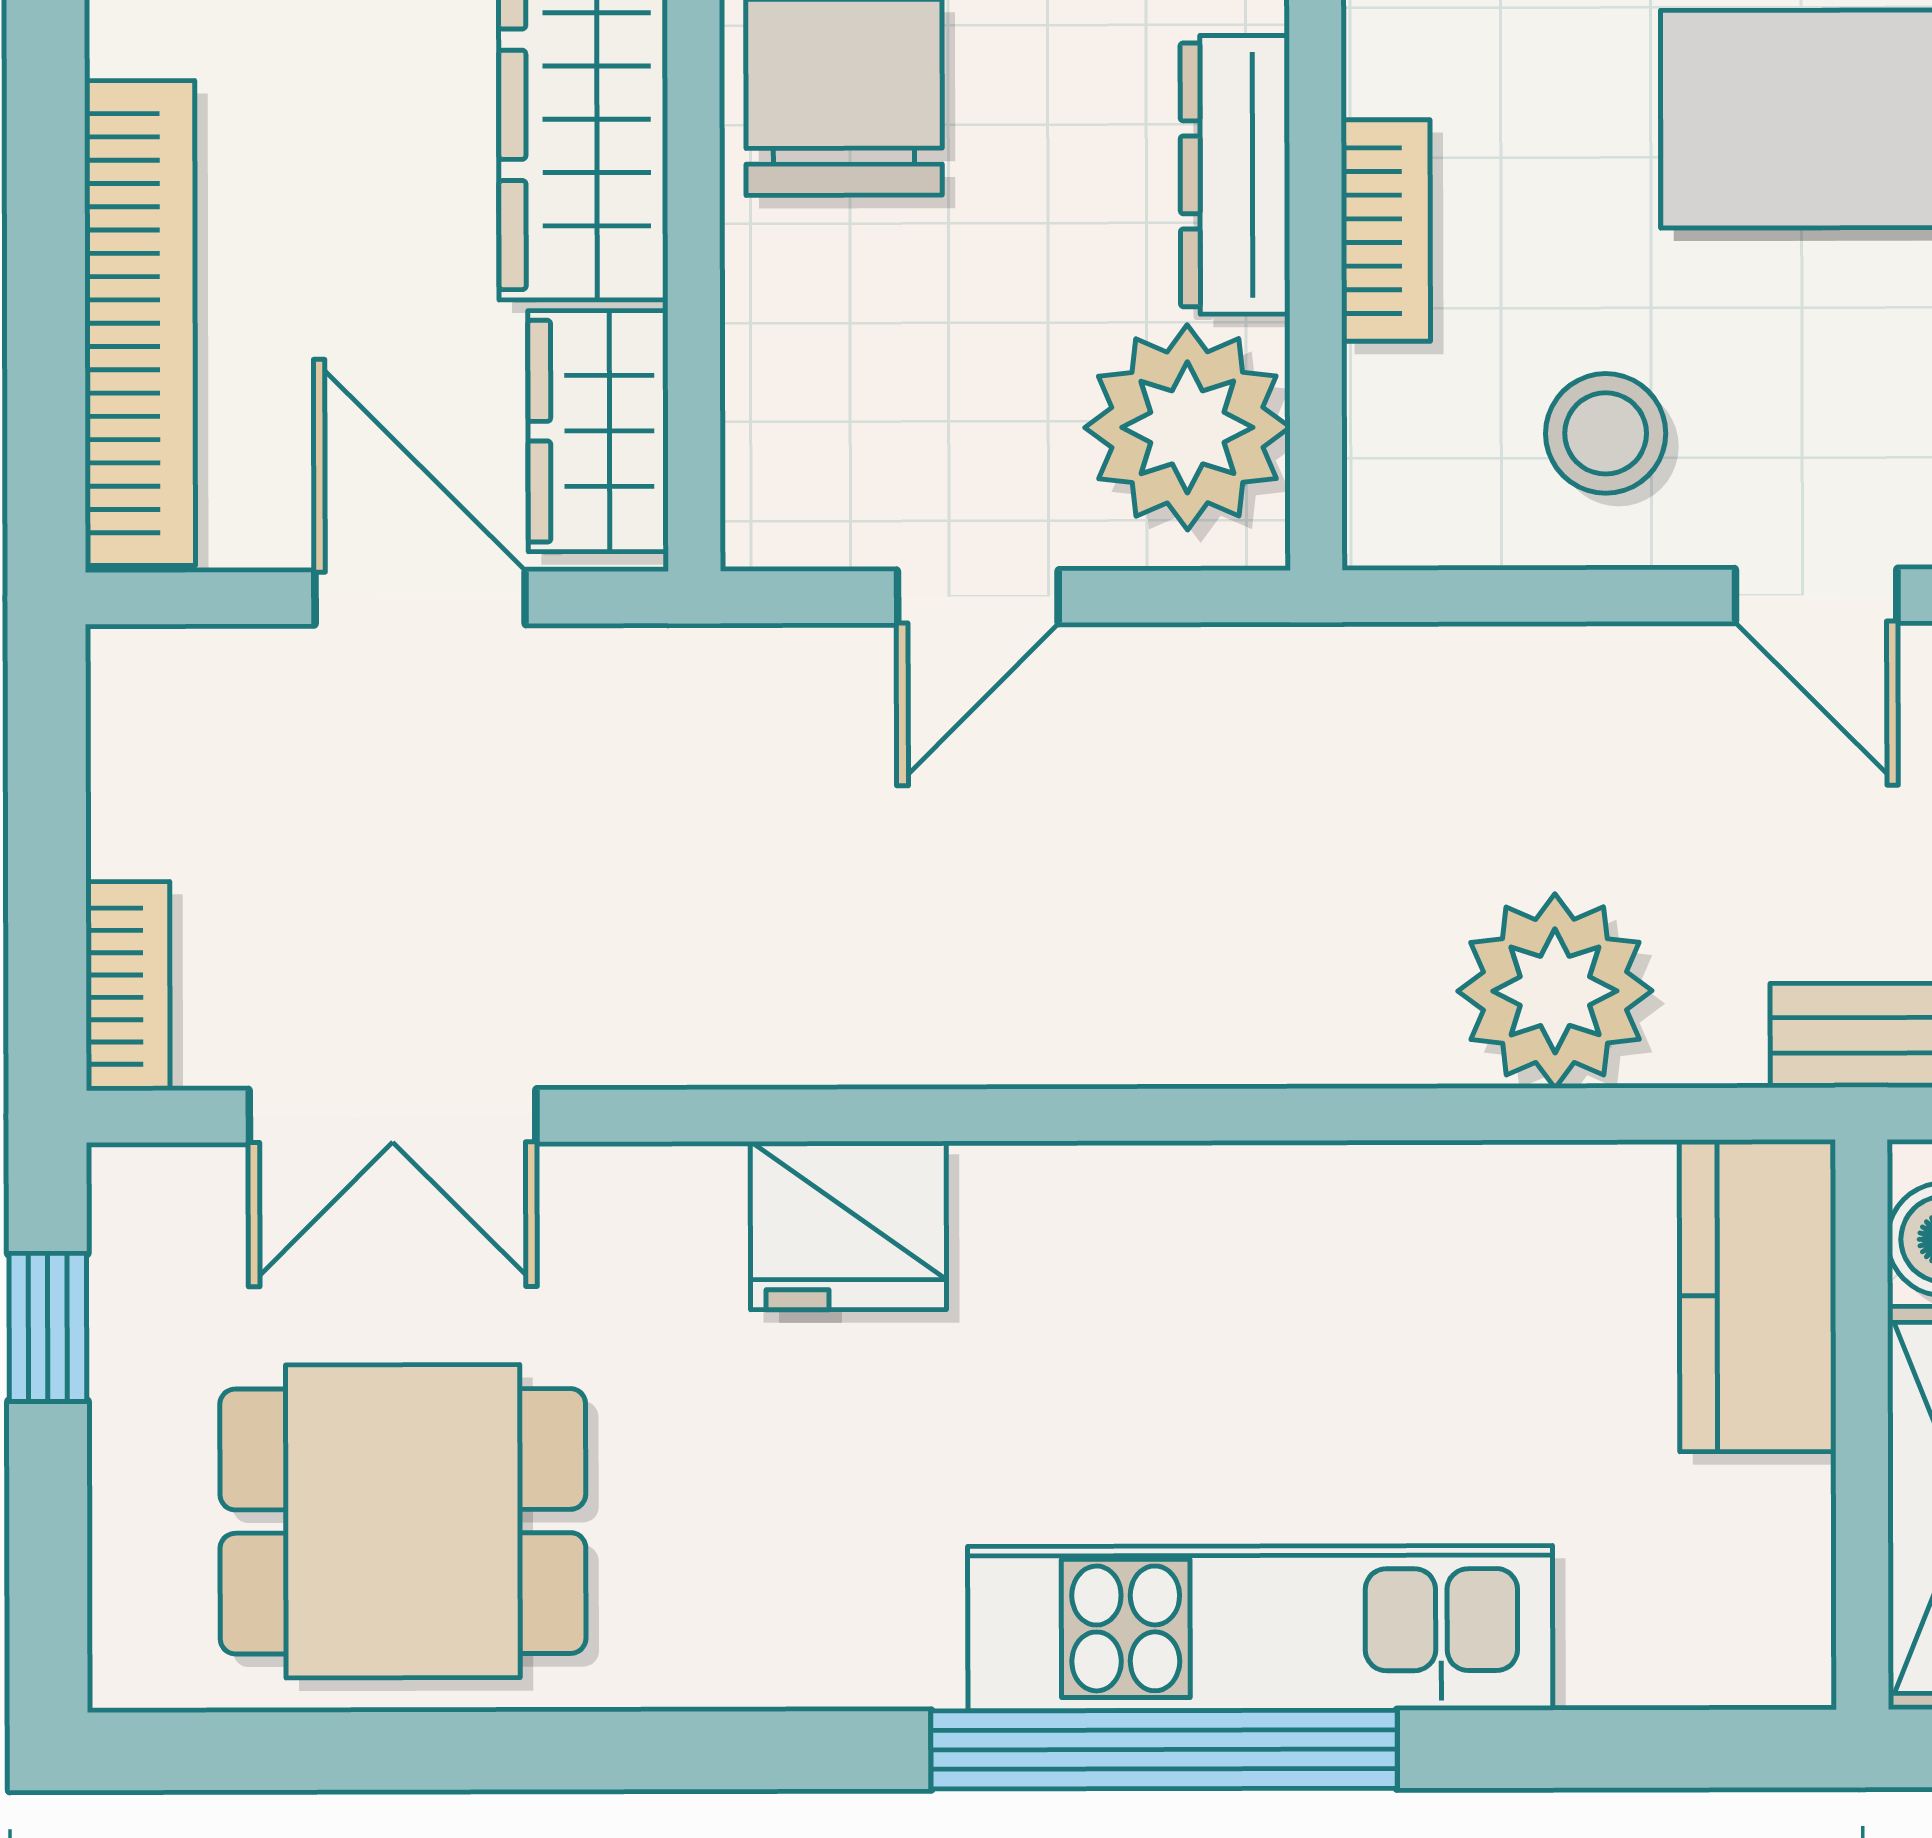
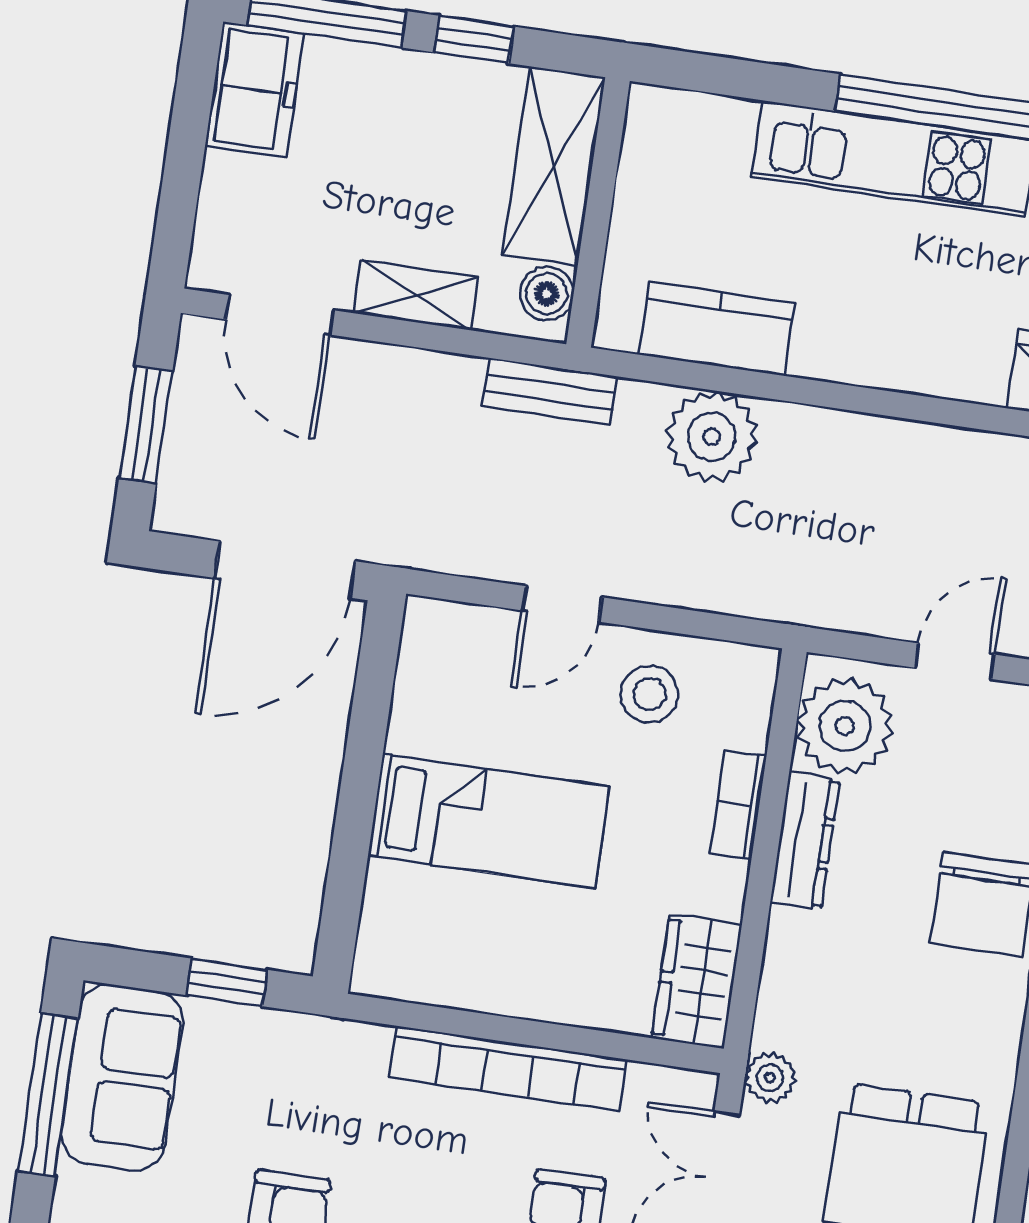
door: (1816, 595) -> (562, 604), swing flipped
kitchen counter: (1758, 1296) -> (717, 329), moved, turned -90

